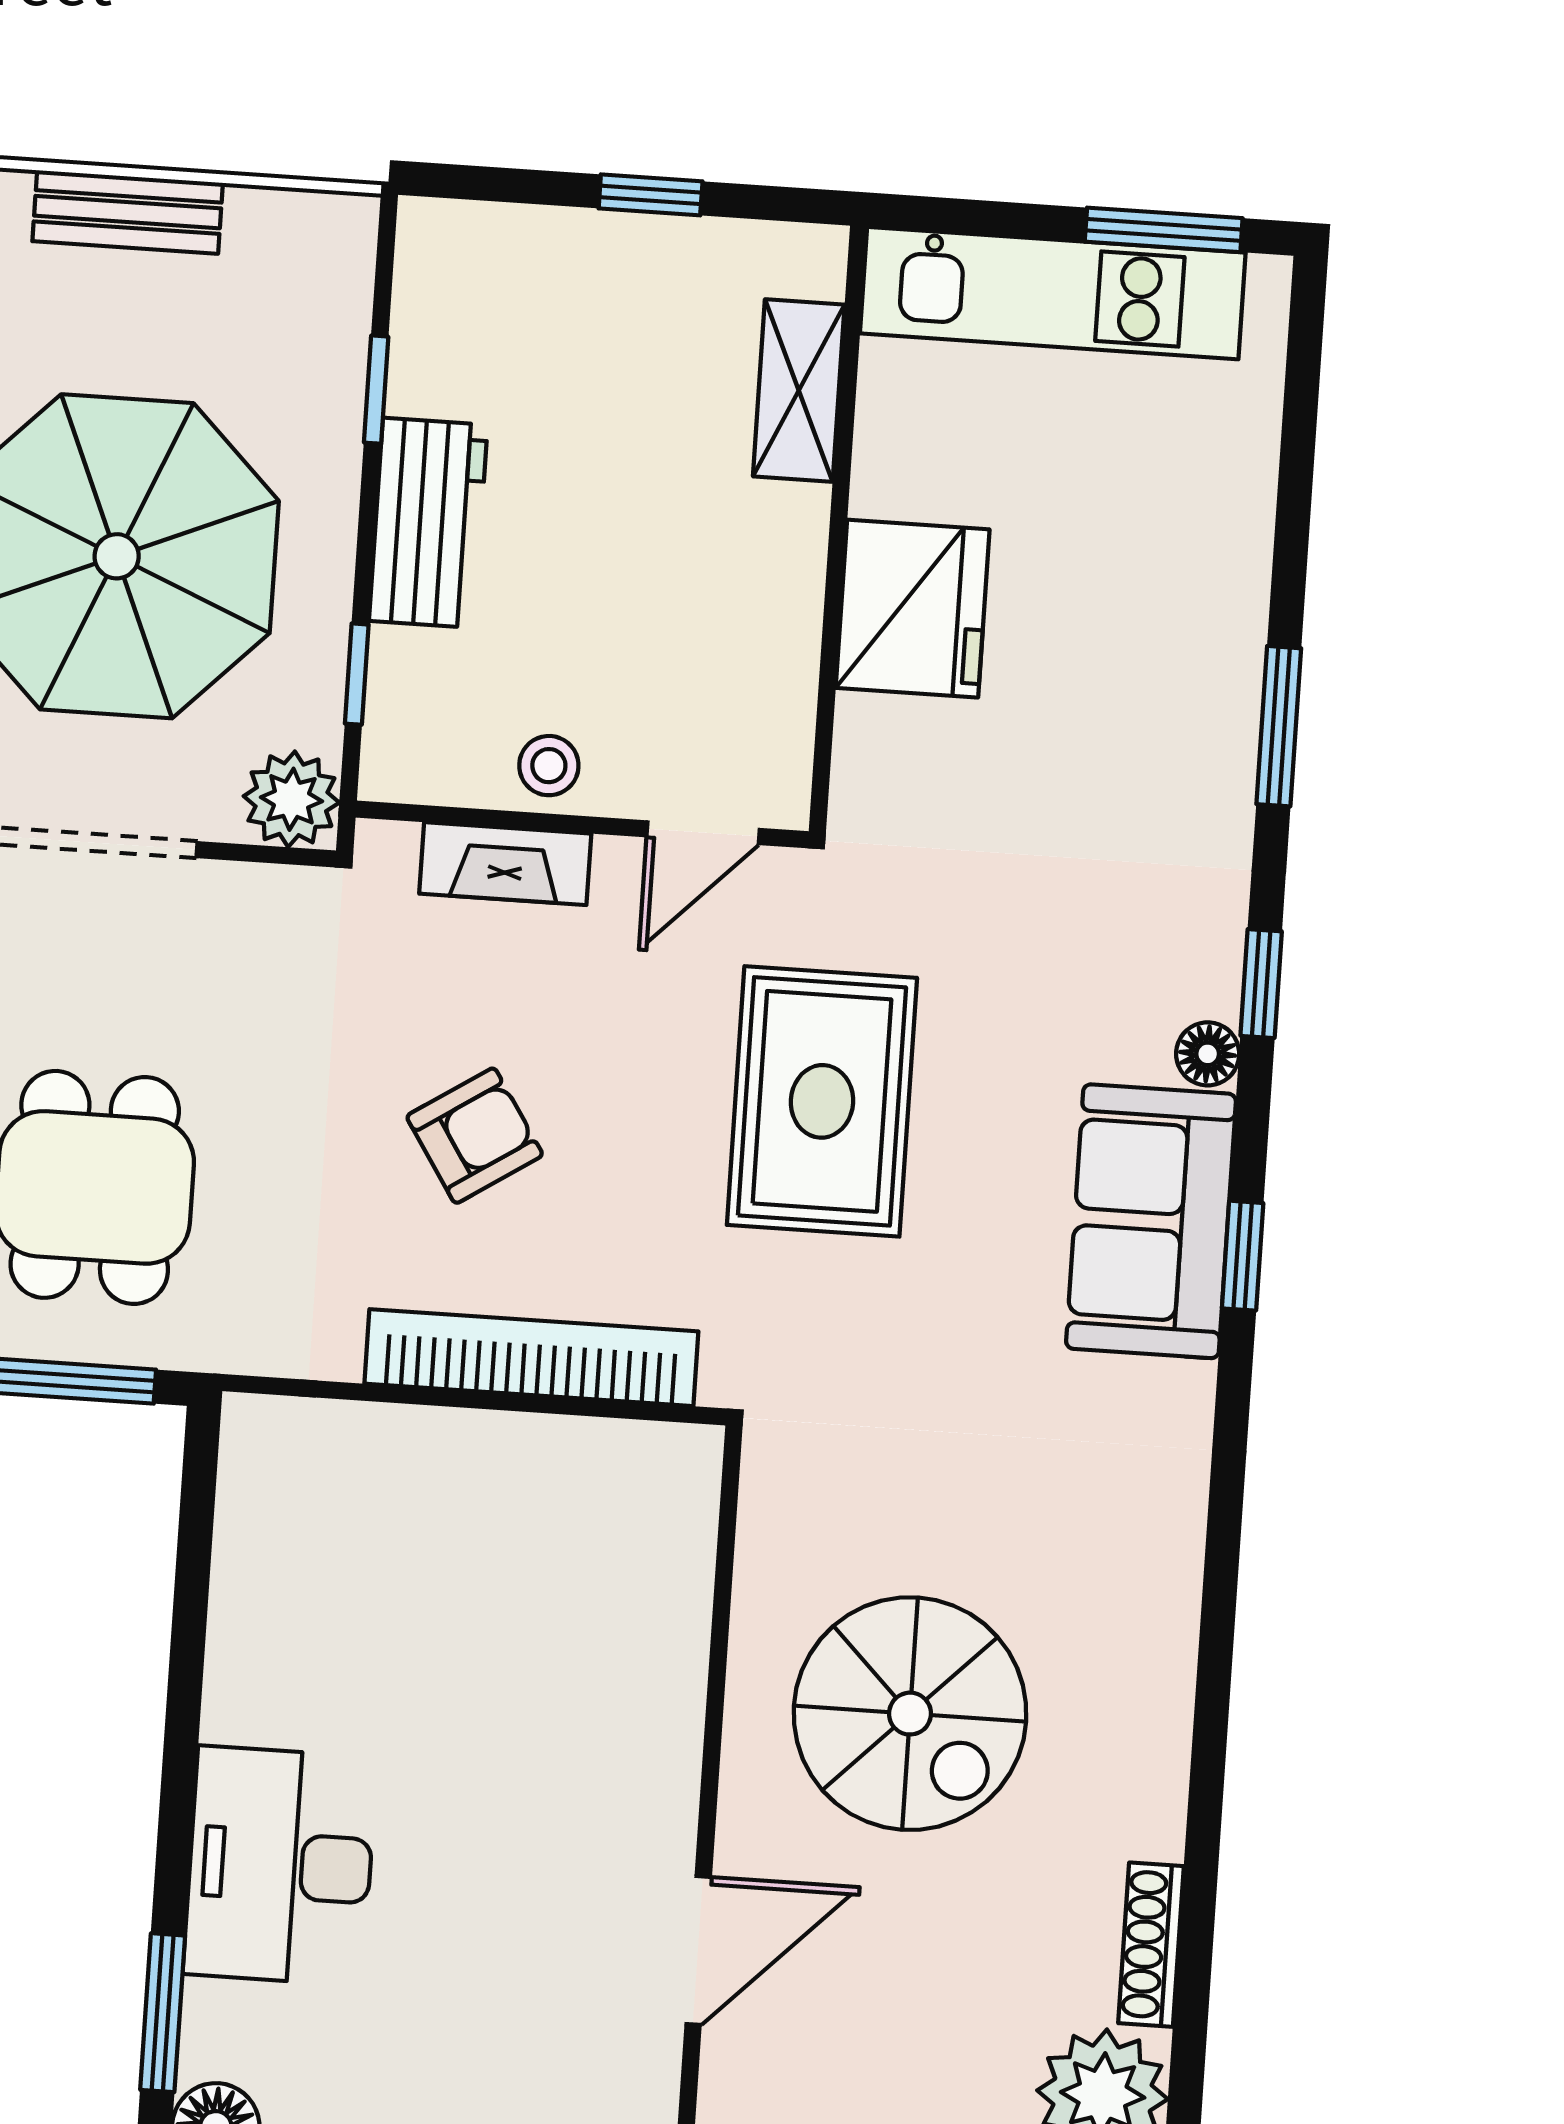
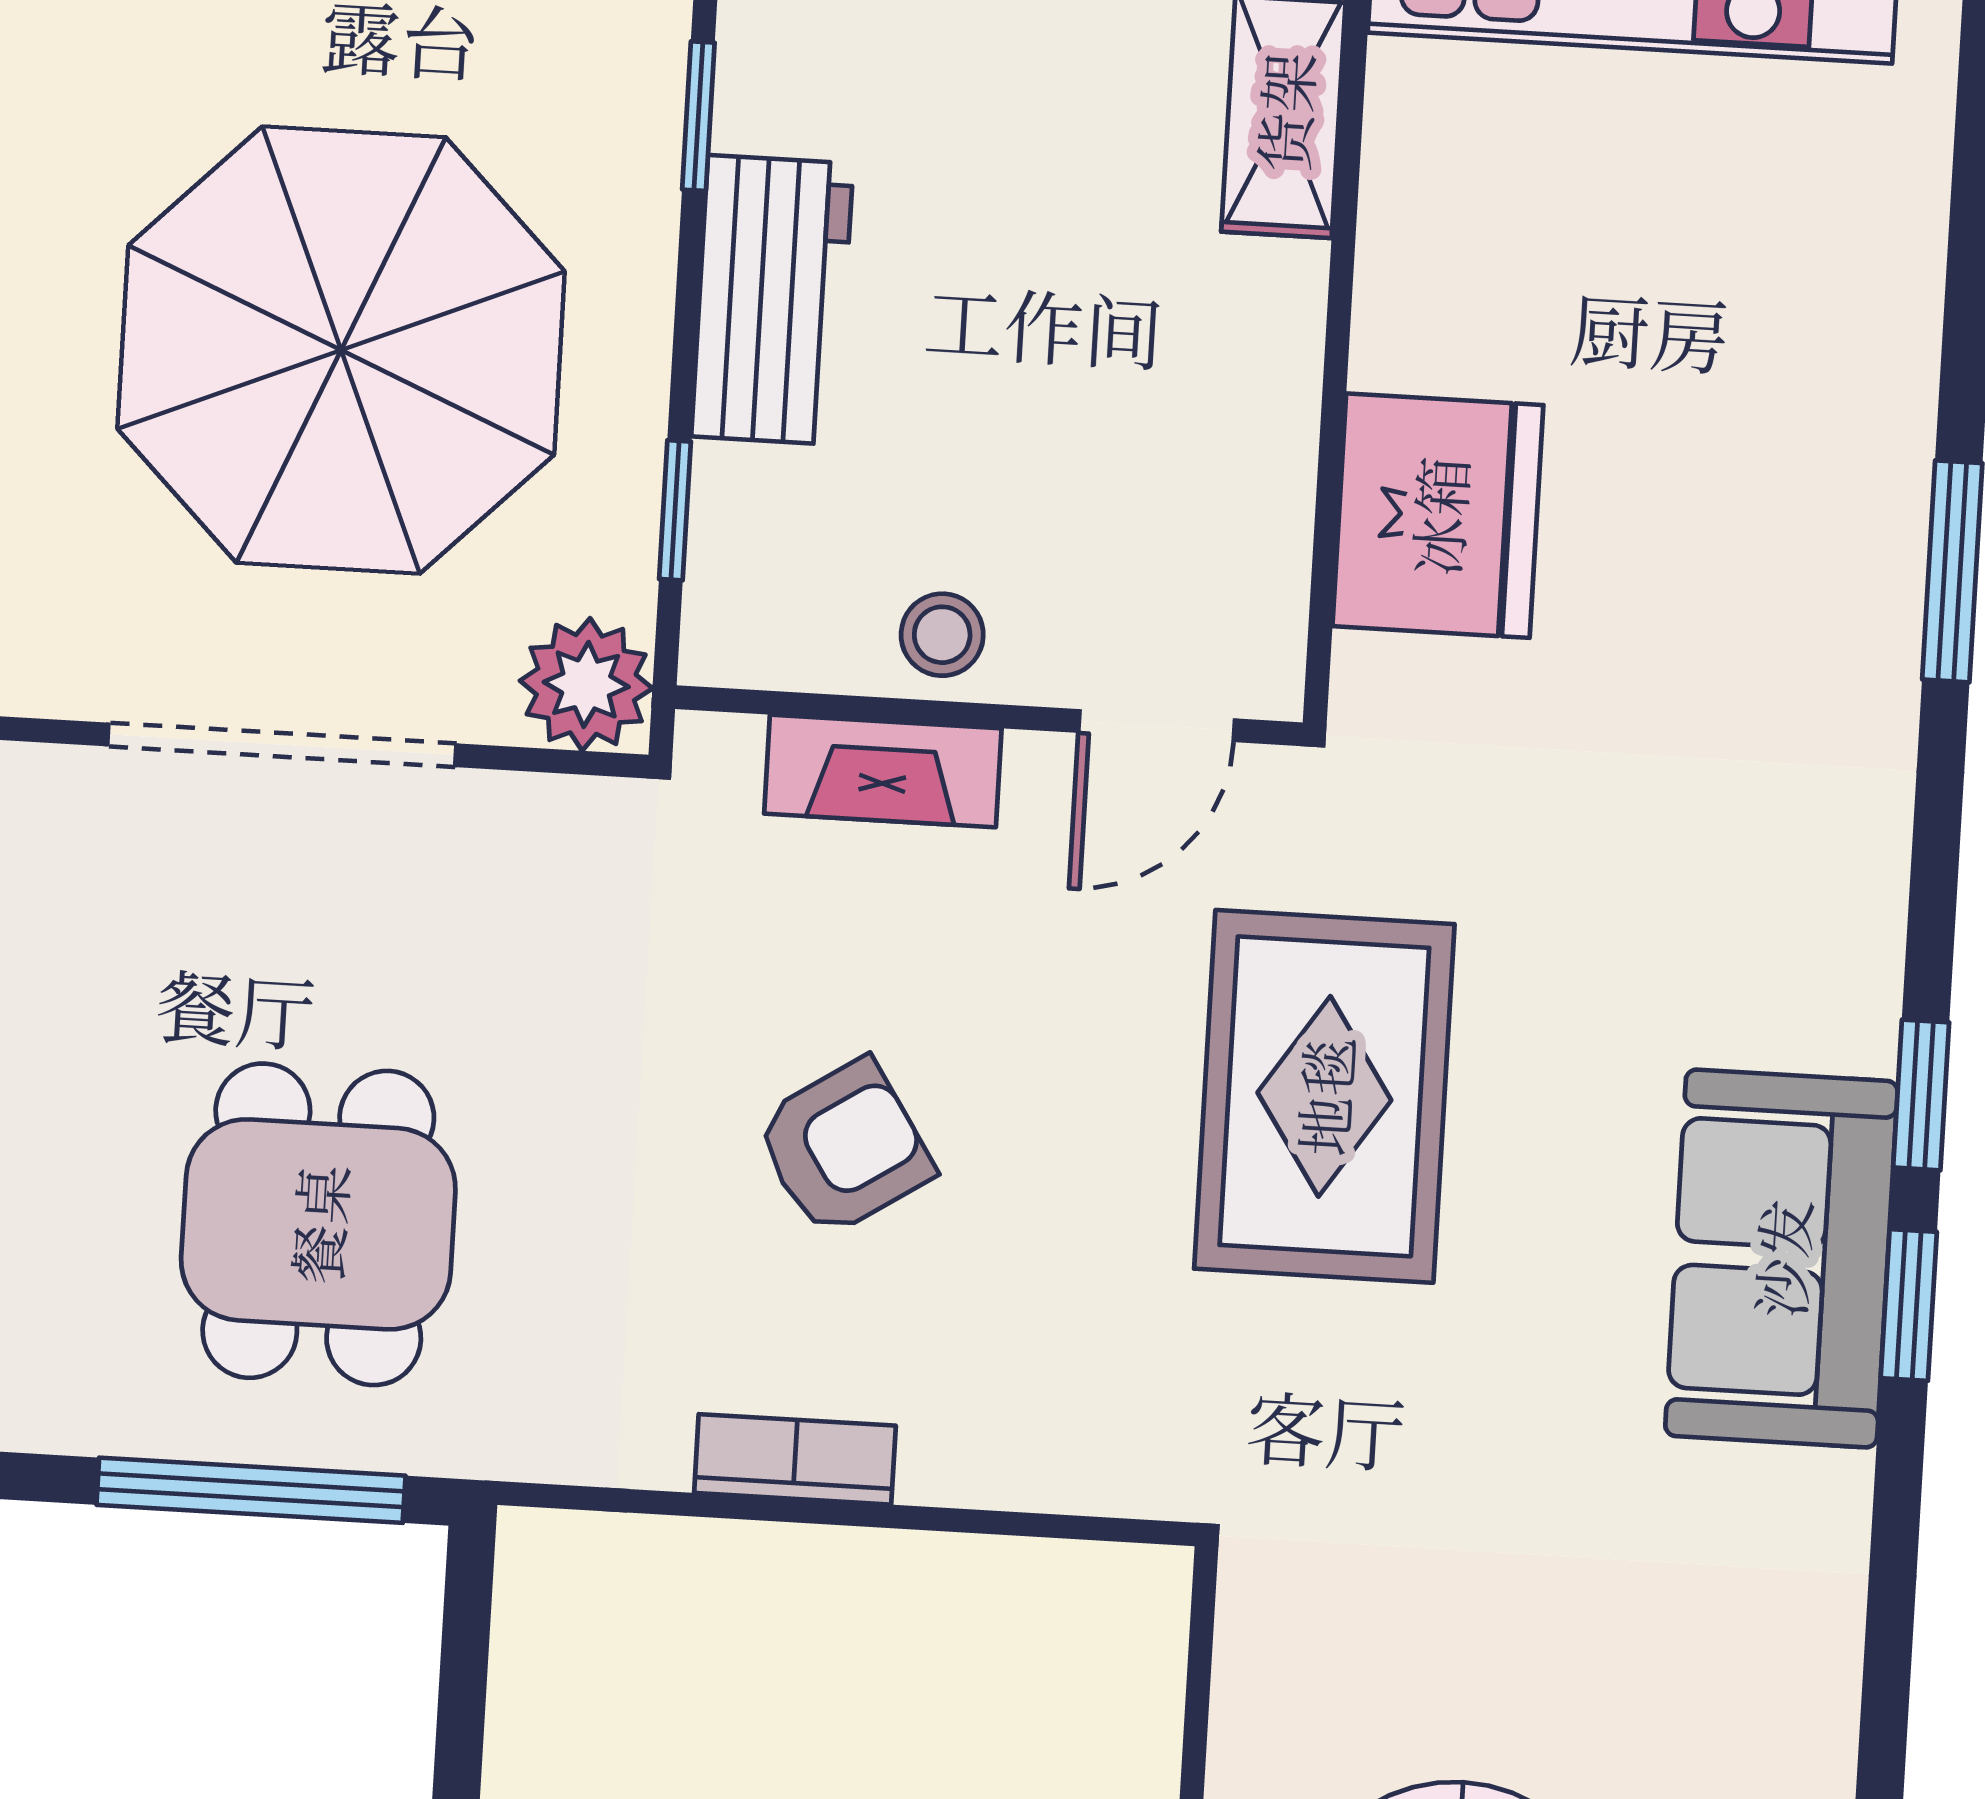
fridge: (913, 609) -> (1438, 516), moved
window: (1261, 984) -> (1921, 1095), moved
floor lamp: (1208, 1054) -> (1858, 1026), removed
bookcase: (531, 1358) -> (795, 1459), width x0.43, depth x0.76

